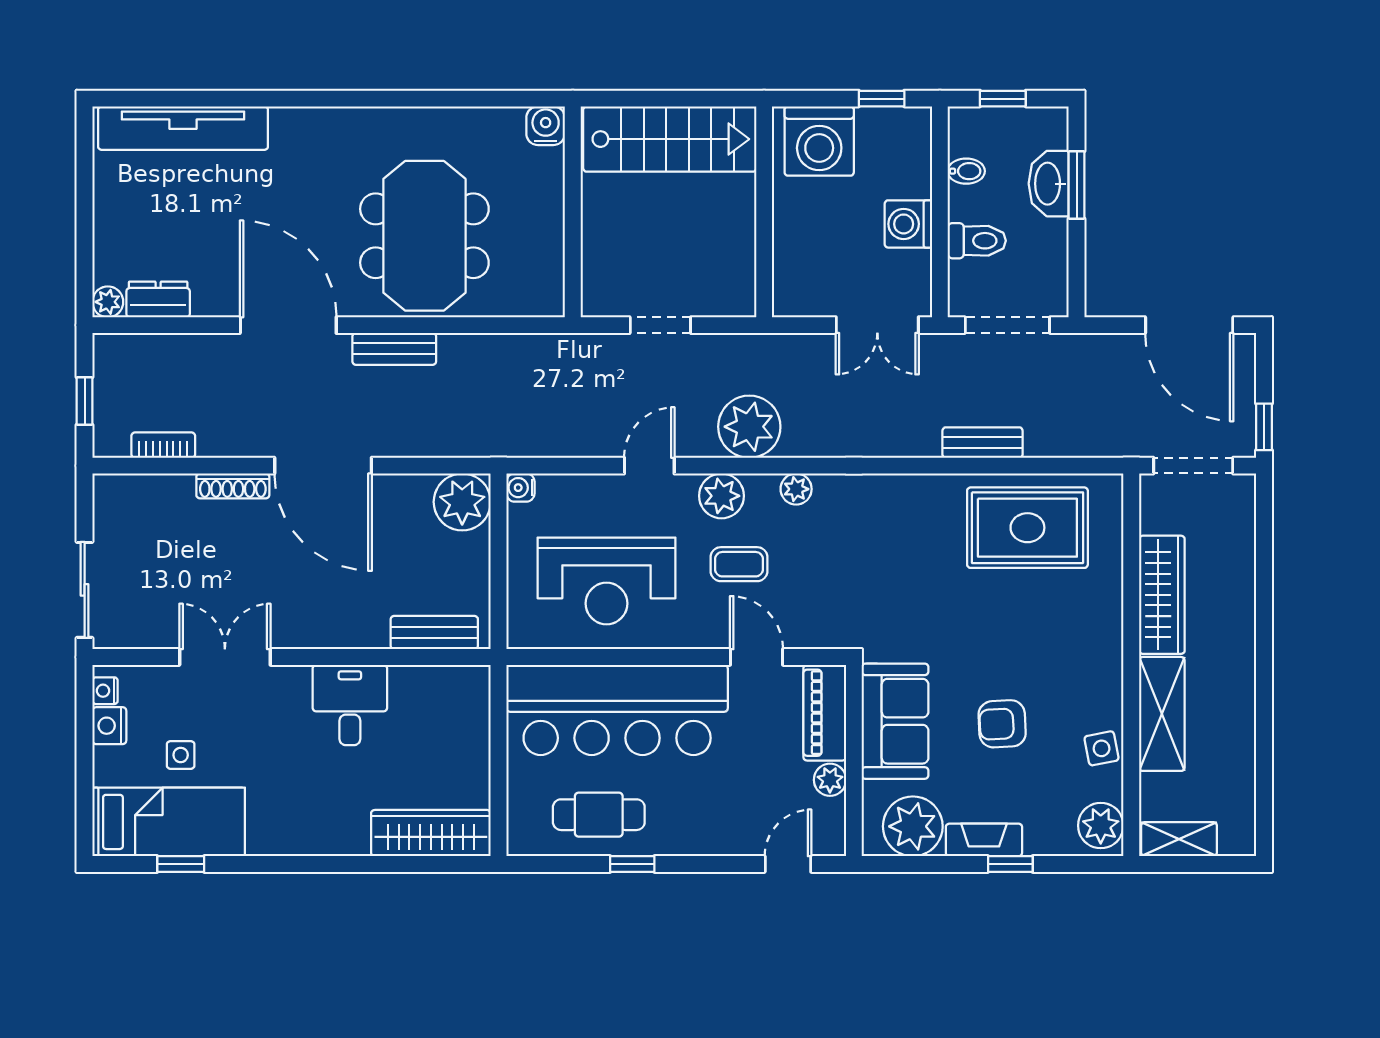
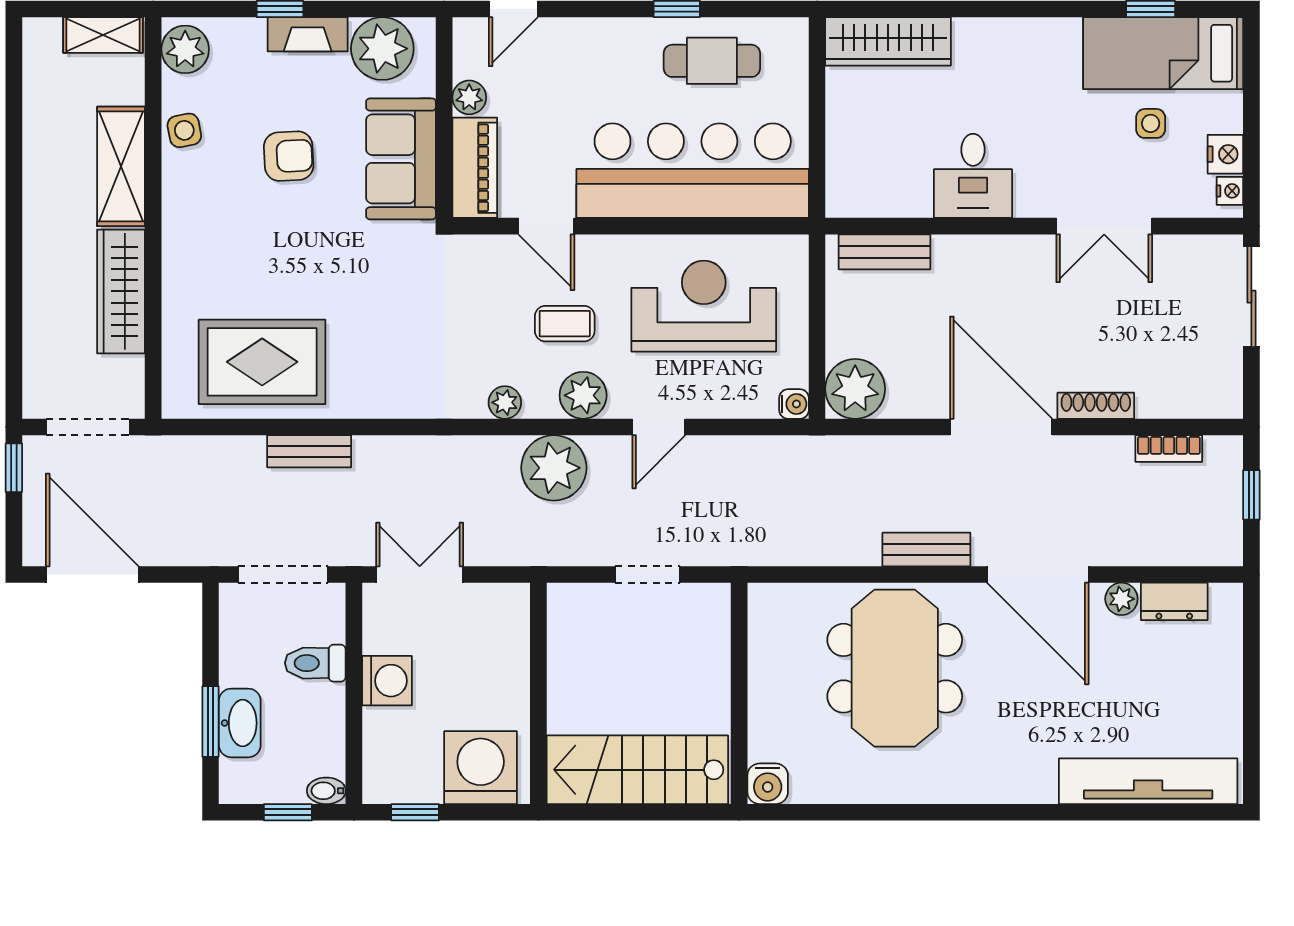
bidet: (966, 171) -> (326, 791), moved
plant: (108, 302) -> (1121, 599), moved

